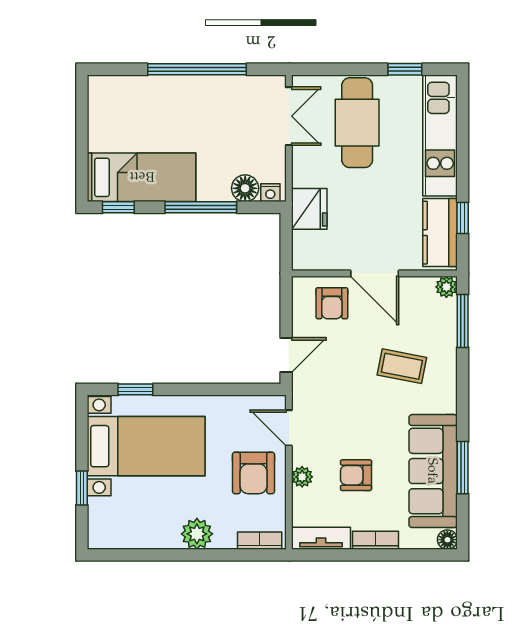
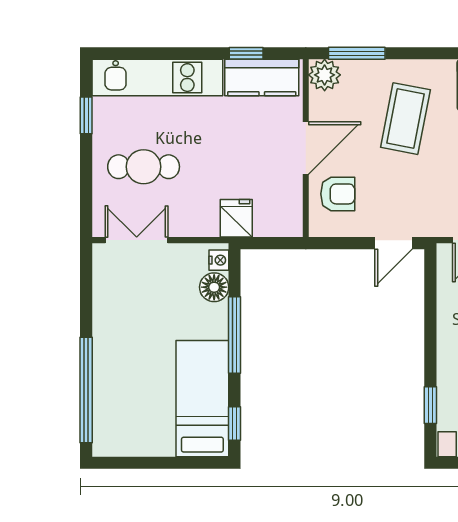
window: (197, 69) -> (86, 390), moved
cafe table: (357, 123) -> (144, 167), width x0.73, depth x0.74
fridge: (309, 209) -> (236, 218), width x0.72
plant: (446, 287) -> (325, 75), width x1.38, depth x1.38
door: (286, 355) -> (393, 243), swing flipped
coffee table: (402, 366) -> (405, 119), width x1.36, depth x1.30

